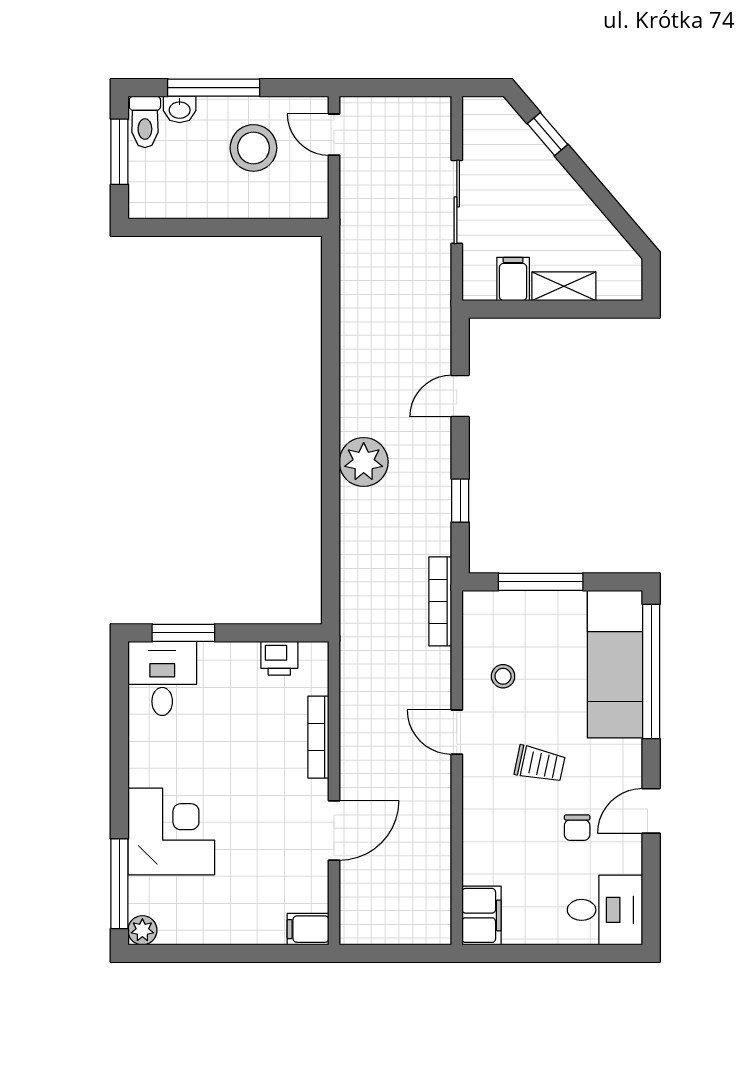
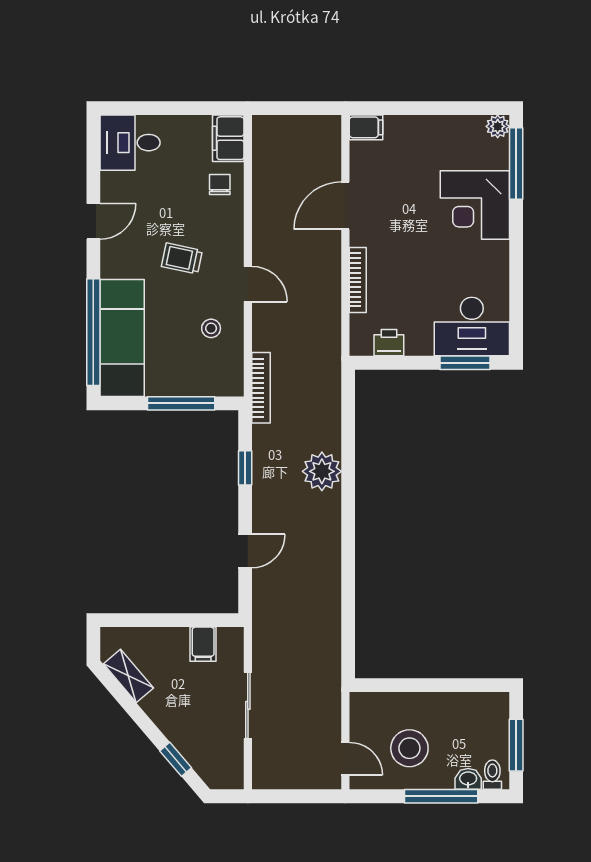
toilet: (145, 122) -> (492, 775), width x0.73, depth x0.72
shelving: (564, 286) -> (128, 676), moved, turned 50
plant: (364, 462) -> (322, 471), moved
desk: (162, 678) -> (472, 327), width x1.37
chair: (577, 828) -> (220, 184), moved

